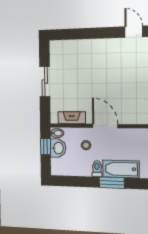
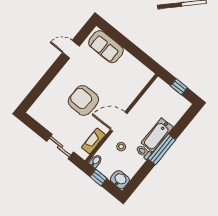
armchair: (98, 80) -> (83, 100), added
sliding door: (45, 82) -> (60, 147), moved
washbasin: (58, 148) -> (120, 180), moved
window: (112, 183) -> (162, 149), width x1.44

